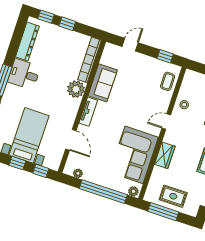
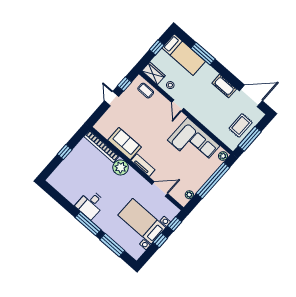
window: (46, 17) -> (52, 167), removed
dresser: (27, 42) -> (65, 190), removed
door: (130, 45) -> (111, 99), moved
wardrobe: (165, 155) -> (153, 73), moved

